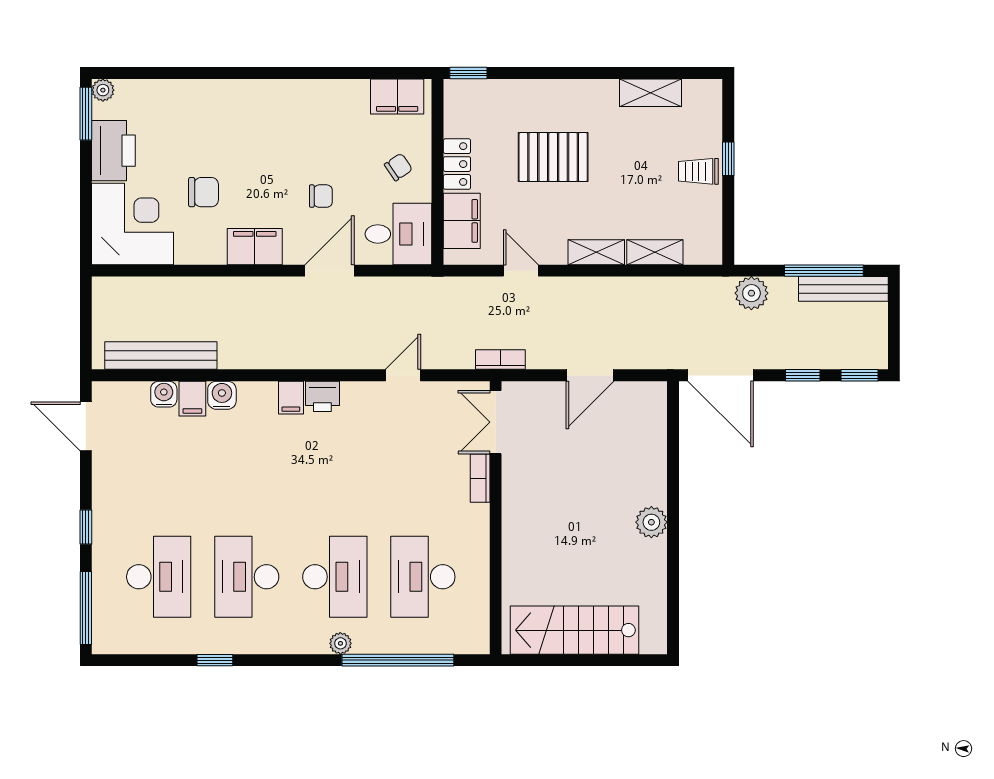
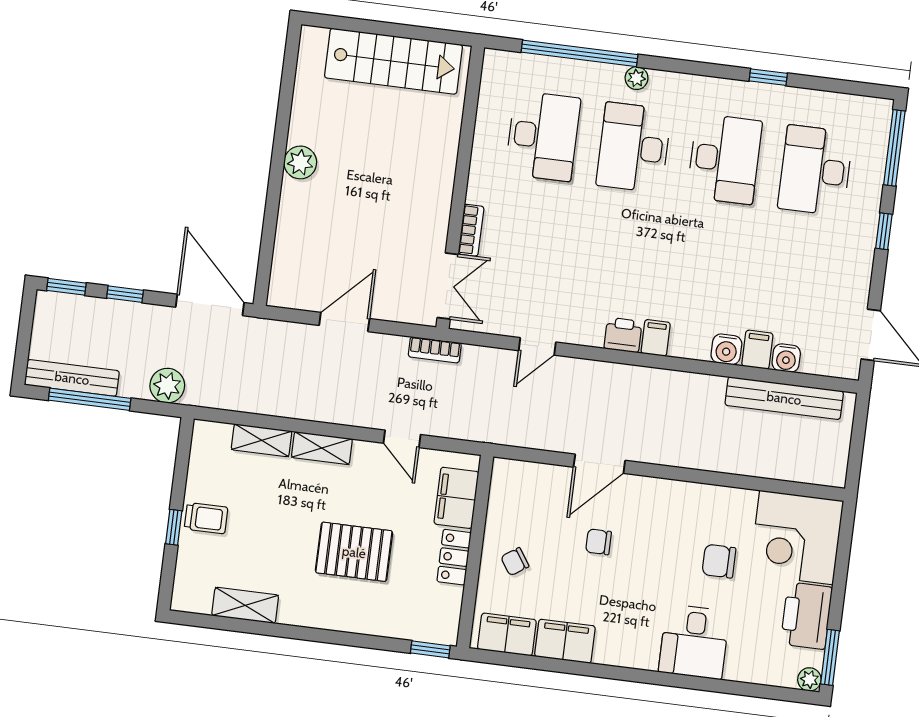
desk: (398, 234) -> (694, 642), moved, turned -90
filing cabinet: (255, 247) -> (565, 641), moved, turned 180

